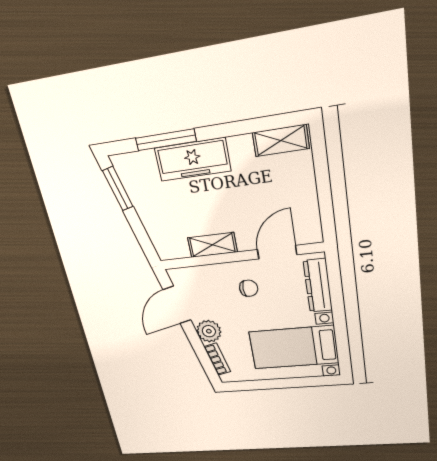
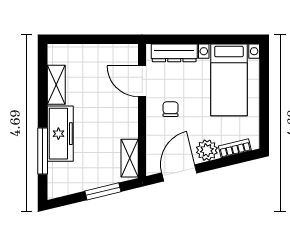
shelving: (281, 141) -> (56, 85), moved
window: (118, 189) -> (103, 191), moved
shelving: (212, 245) -> (130, 158), moved
door: (177, 305) -> (179, 173), swing flipped

